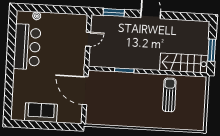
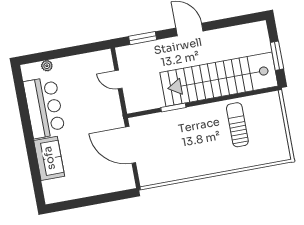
door: (88, 39) -> (118, 79), swing flipped
stairs: (184, 63) -> (219, 79), width x1.86, depth x1.51
sofa: (41, 113) -> (49, 158), moved, turned 90

